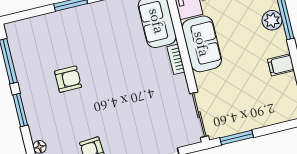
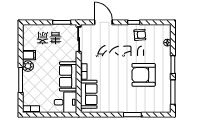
plant: (272, 20) -> (28, 66), moved
armchair: (68, 79) -> (144, 75), width x1.88, depth x1.88

